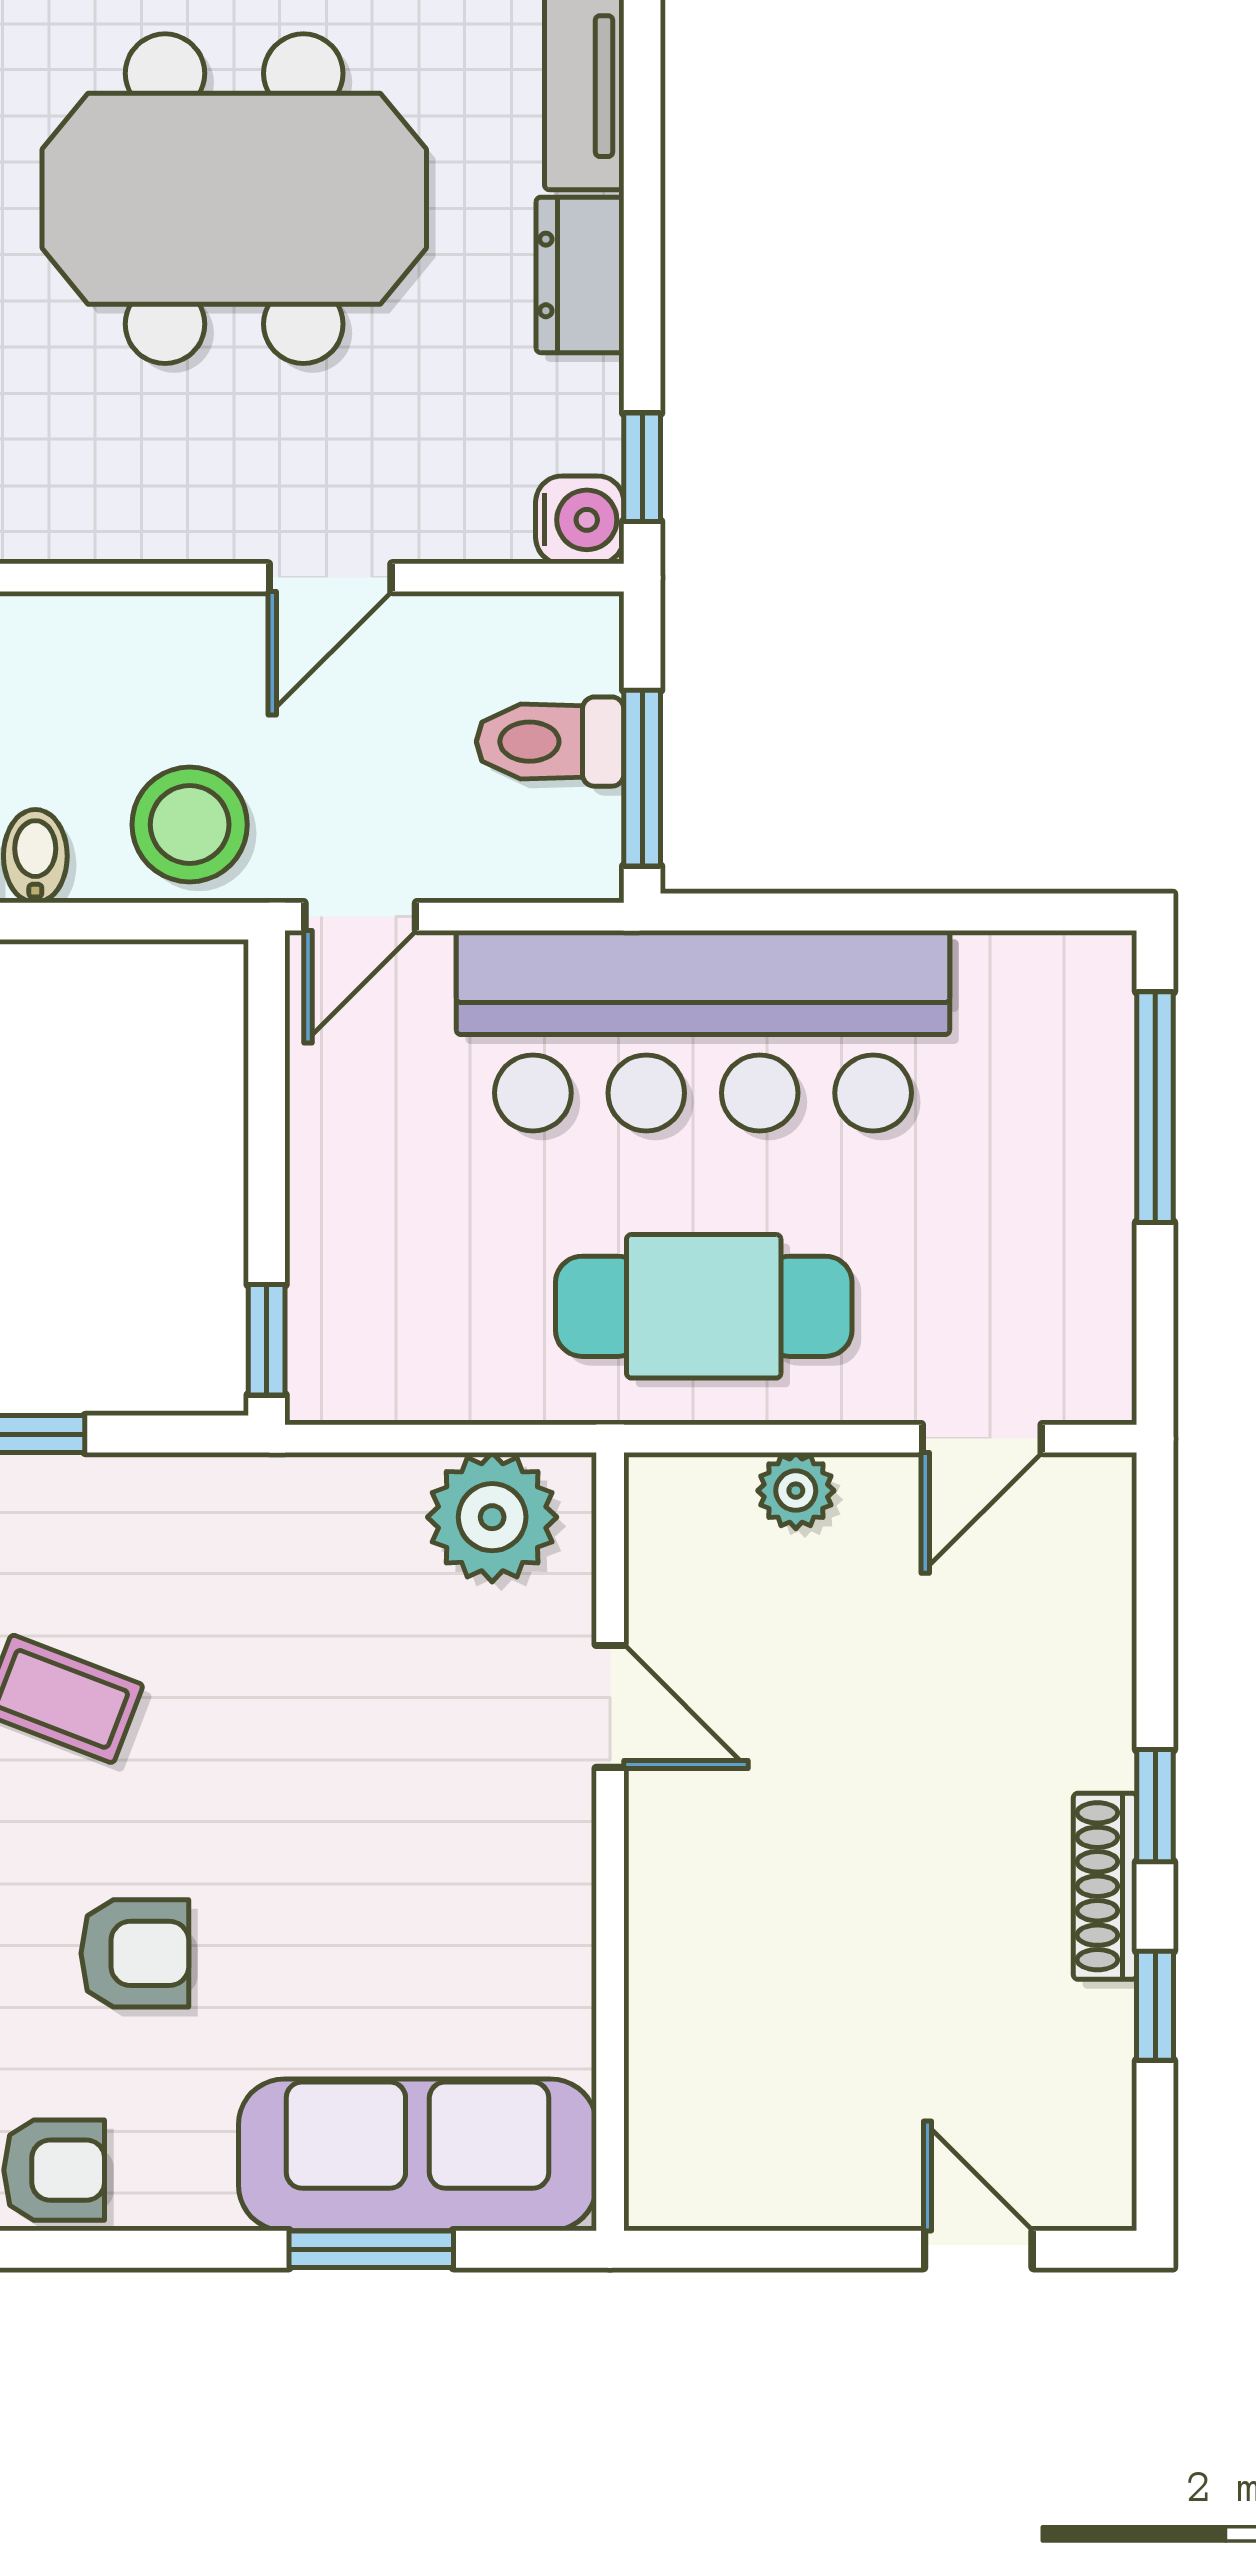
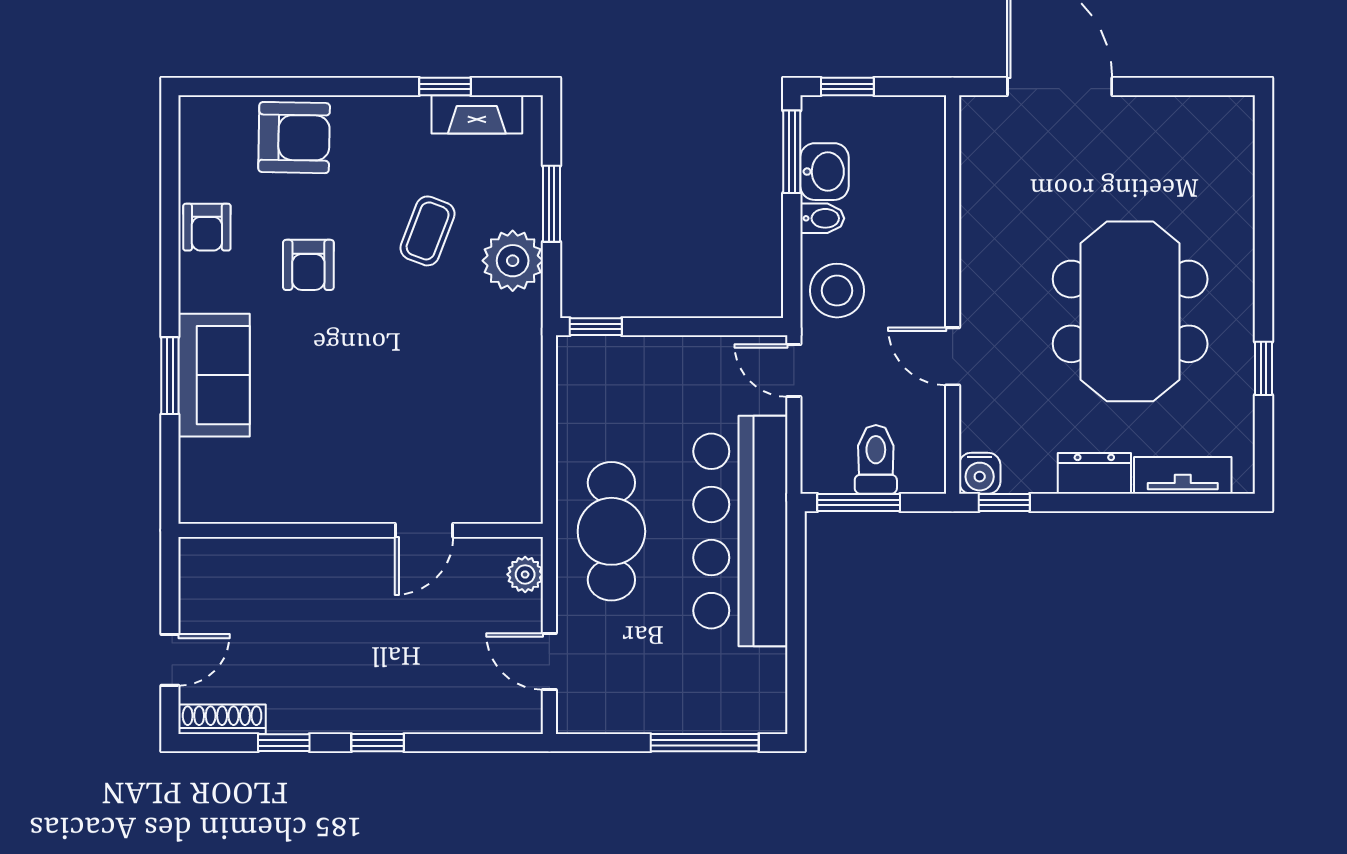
plant: (492, 1517) -> (513, 261), moved
door: (610, 1706) -> (424, 530), moved
wall: (610, 1842) -> (361, 530), moved
shoe rack: (1105, 1886) -> (222, 719), moved
sofa: (417, 2155) -> (214, 375), width x0.73

